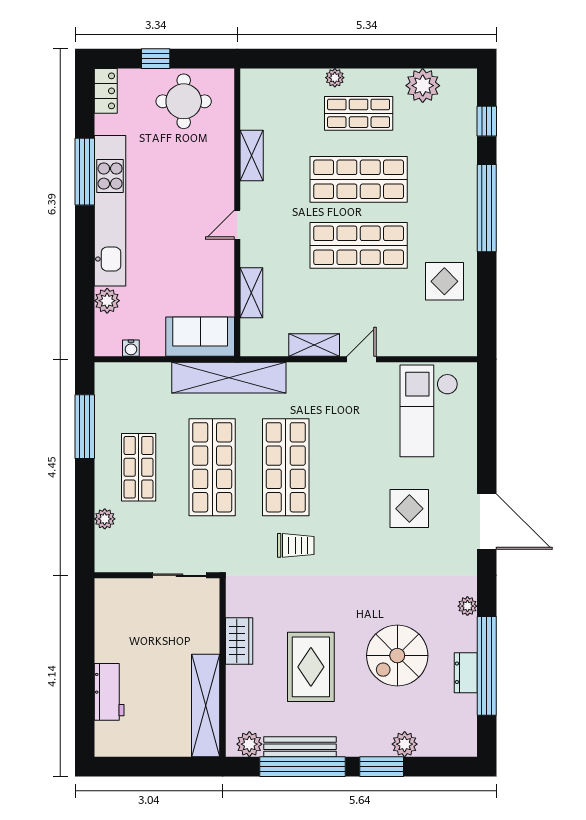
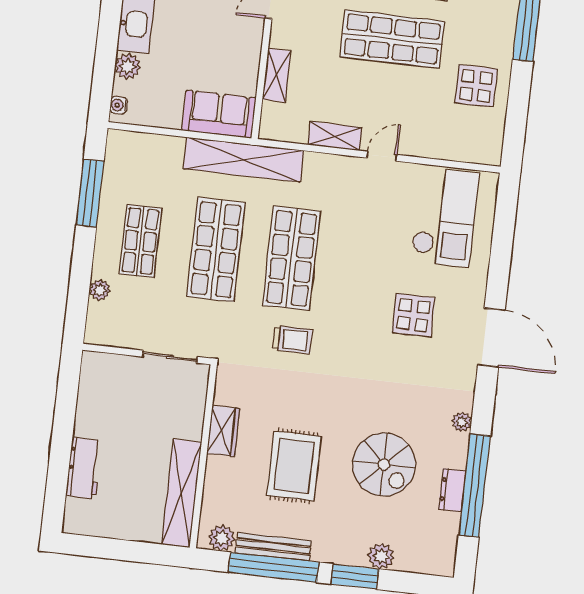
water cooler: (131, 348) -> (119, 105), moved, turned 90
checkout: (429, 411) -> (445, 217), turned 180
spiral stairs: (397, 656) -> (384, 464), turned -90

